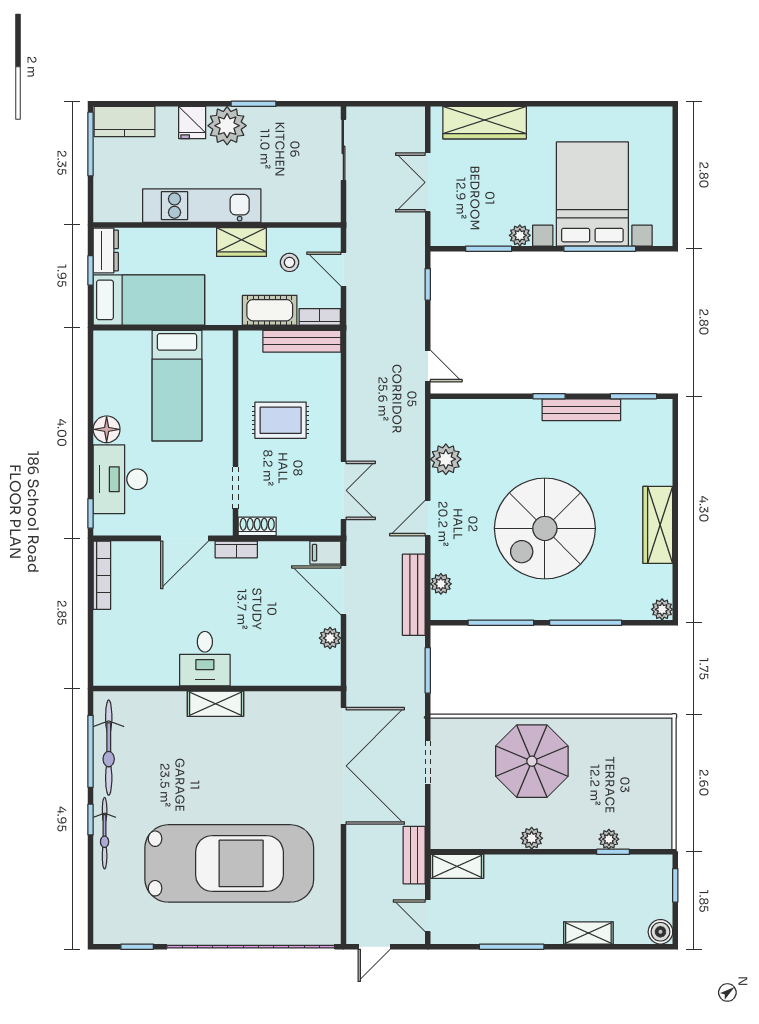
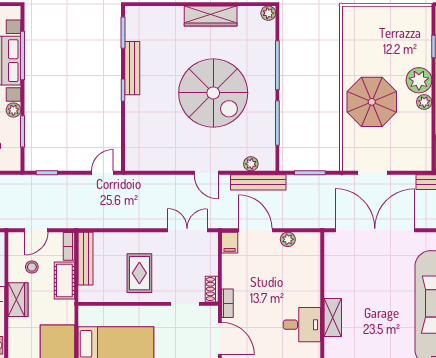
plant: (446, 459) -> (166, 161), removed
door: (343, 590) -> (255, 230), swing flipped
plant: (609, 839) -> (419, 80), moved, width x1.87, depth x1.87

